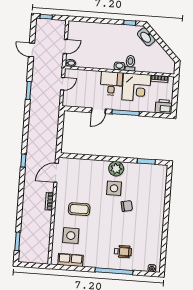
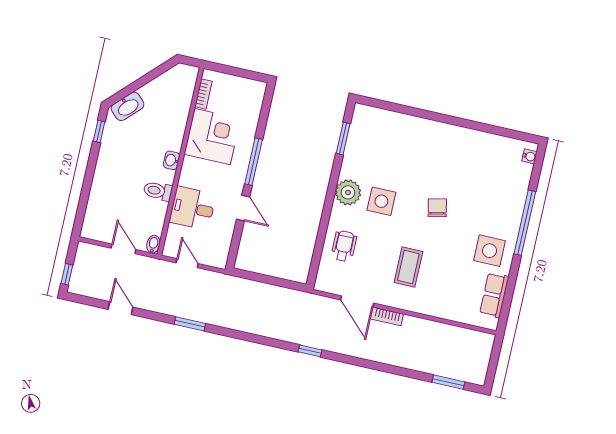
door: (32, 50) -> (120, 308), swing flipped
toilet: (130, 63) -> (158, 191), moved
desk: (111, 83) -> (193, 208), moved
printer: (164, 107) -> (253, 94), removed
door: (56, 173) -> (357, 302), moved
chair: (127, 206) -> (437, 208), moved
side table: (71, 236) -> (490, 251), moved
wheelchair: (123, 252) -> (344, 246), moved

